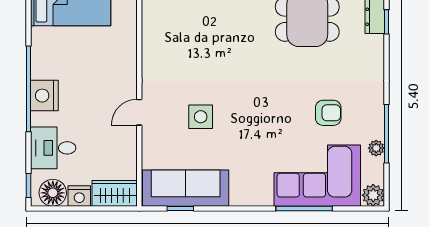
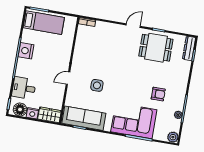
nightstand: (44, 96) -> (26, 51), moved
corner sofa: (317, 176) -> (134, 121), moved

